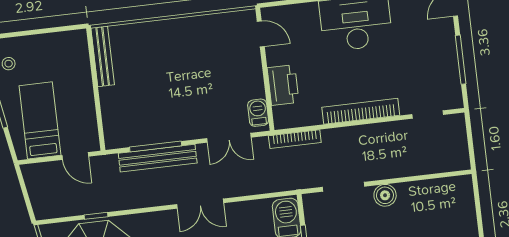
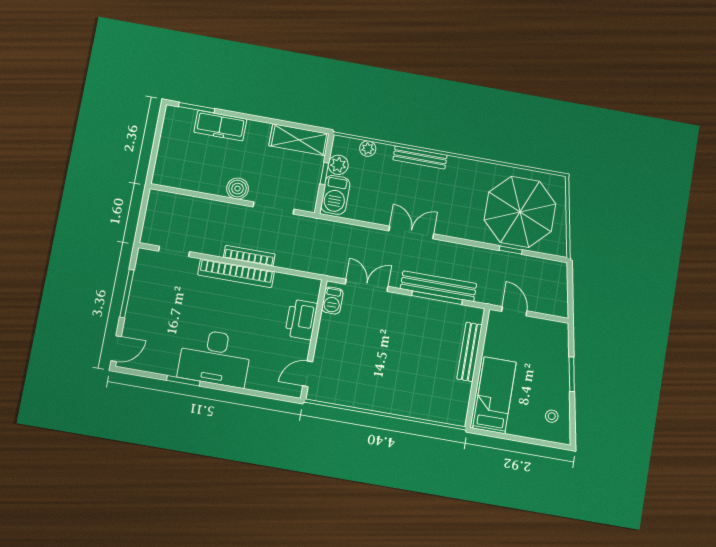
door: (261, 34) -> (308, 374), hinge flipped
bench: (103, 56) -> (469, 352), moved
bed: (40, 120) -> (495, 395), moved, turned 180
bookcase: (295, 139) -> (249, 256), moved

